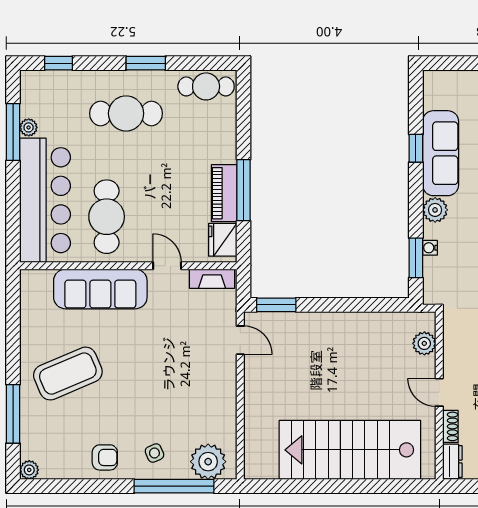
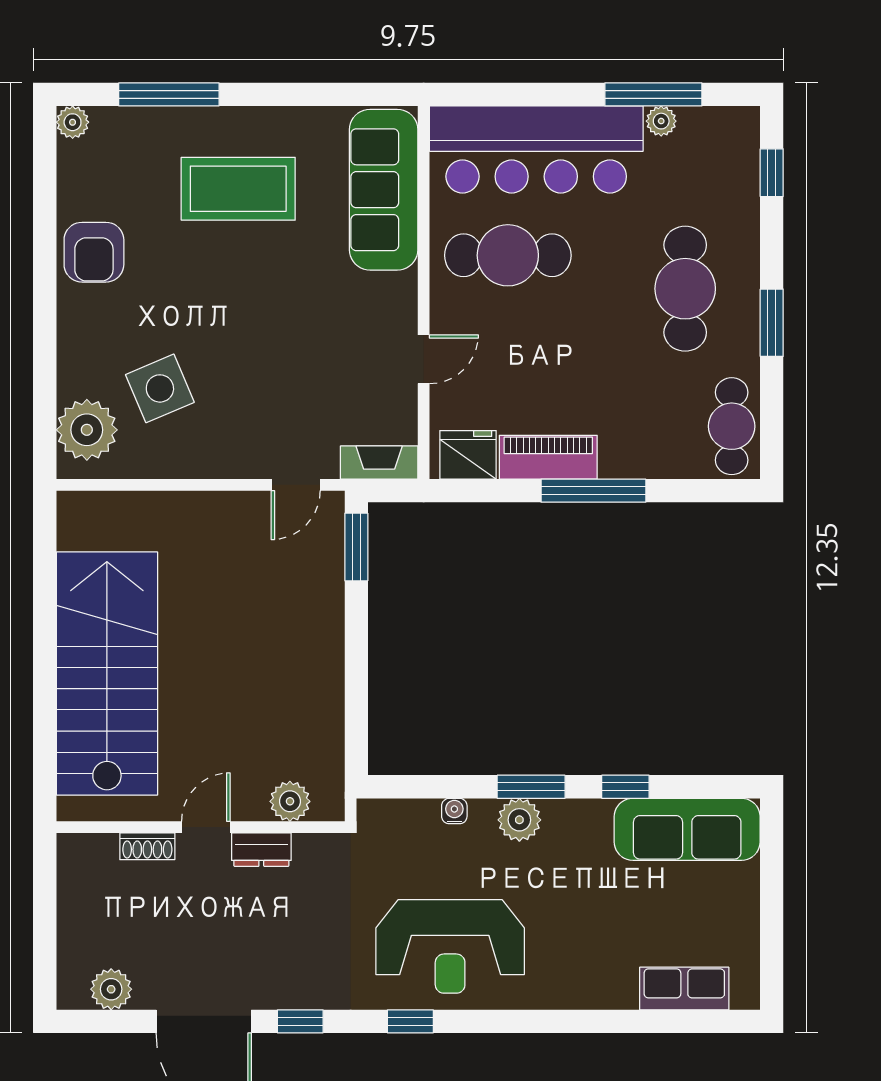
sofa: (441, 153) -> (687, 829), moved
window: (244, 190) -> (593, 491), moved
window: (416, 258) -> (531, 787), moved
fireplace: (212, 279) -> (379, 463), moved, turned 90
sofa: (100, 289) -> (384, 190), moved
coffee table: (68, 374) -> (238, 189), turned -67
side table: (154, 453) -> (160, 388), moved, width x1.87, depth x1.87
armchair: (105, 457) -> (94, 252), width x1.38, depth x1.38
dresser: (452, 462) -> (261, 850), moved
window: (174, 486) -> (45, 371), removed

